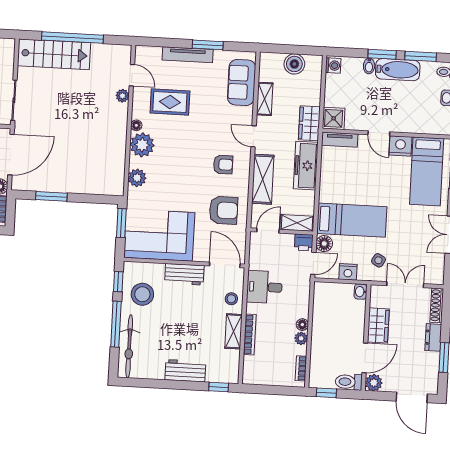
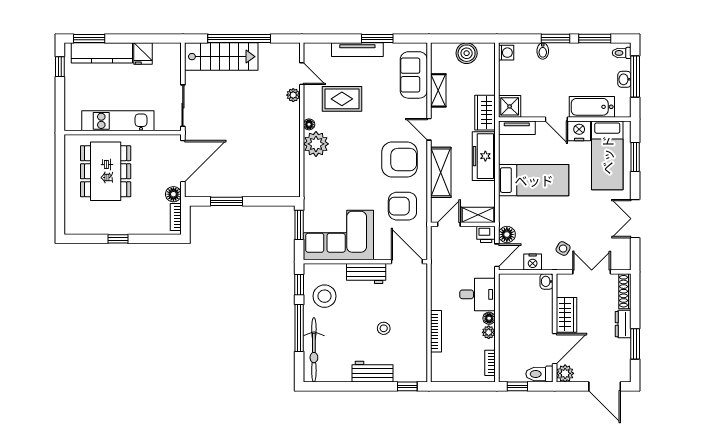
bathtub: (398, 70) -> (592, 107), moved, turned 180
armchair: (223, 164) -> (399, 160), width x1.88, depth x1.88
plant: (137, 178) -> (313, 178), removed
armchair: (223, 210) -> (402, 206), turned 180
bed: (352, 220) -> (534, 180), moved
desk: (264, 287) -> (478, 294), moved, turned 180
stool: (231, 299) -> (384, 328), moved
shelving: (233, 331) -> (419, 329), removed

